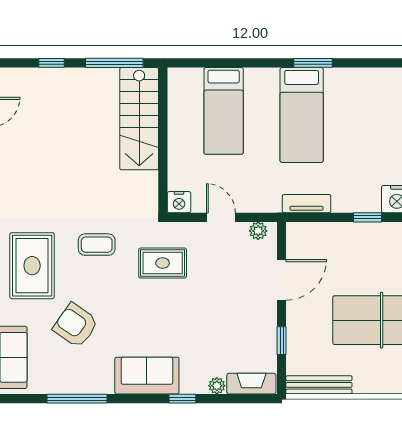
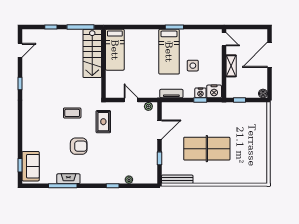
bed: (224, 111) -> (115, 50), moved
side table: (352, 144) -> (193, 66), added
nightstand: (179, 202) -> (200, 93), moved
rug: (163, 263) -> (103, 122), turned 90
rug: (32, 266) -> (42, 123), removed
armchair: (76, 325) -> (79, 146), moved, turned 145
sofa: (147, 376) -> (96, 175), removed
fireplace: (251, 384) -> (68, 179), moved

